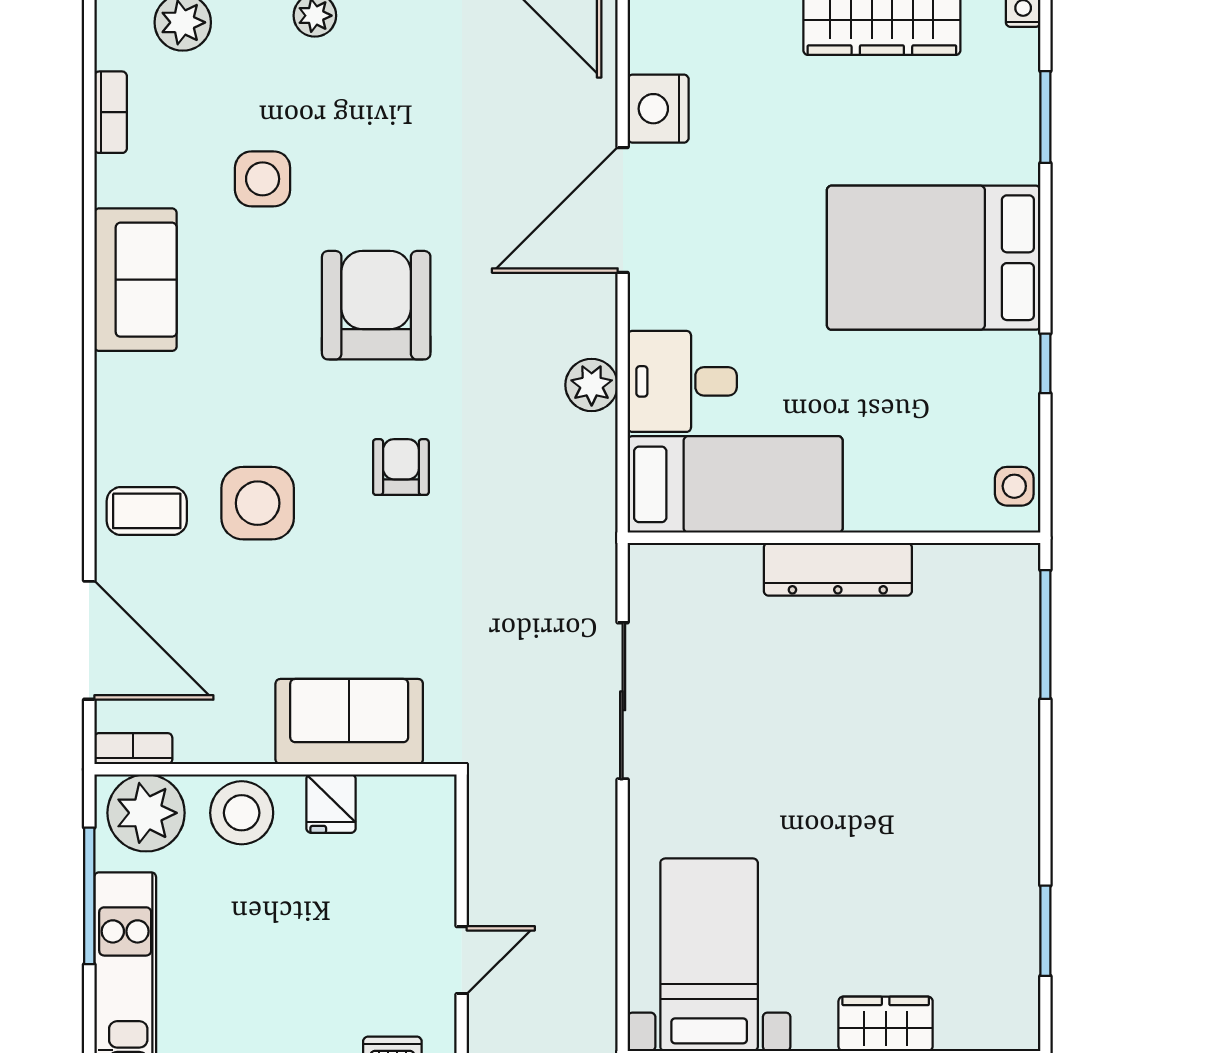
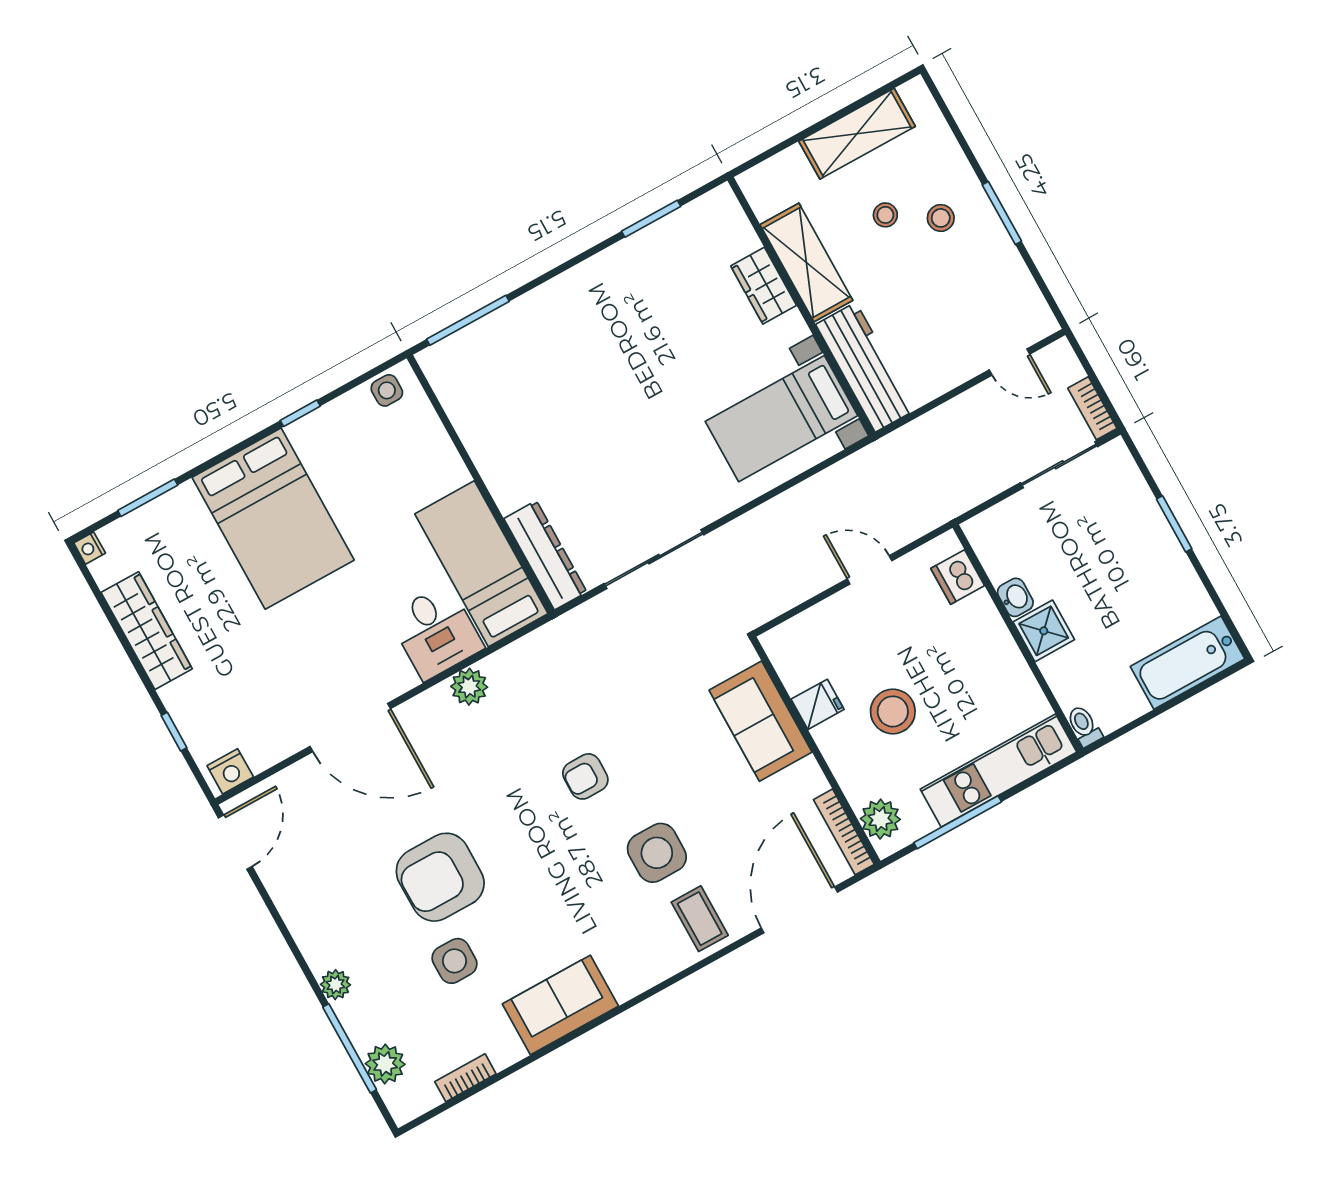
nightstand: (658, 109) -> (230, 771), moved, width x0.74, depth x0.75
armchair: (376, 305) -> (440, 877), moved
dresser: (838, 569) -> (545, 555), moved
bookcase: (133, 749) -> (844, 832), width x1.56
plant: (146, 813) -> (880, 819), width x0.73, depth x0.73
stool: (242, 813) -> (893, 711), moved

